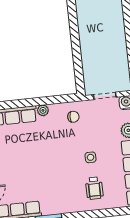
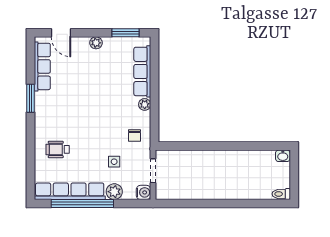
side table: (91, 157) -> (114, 162), moved

